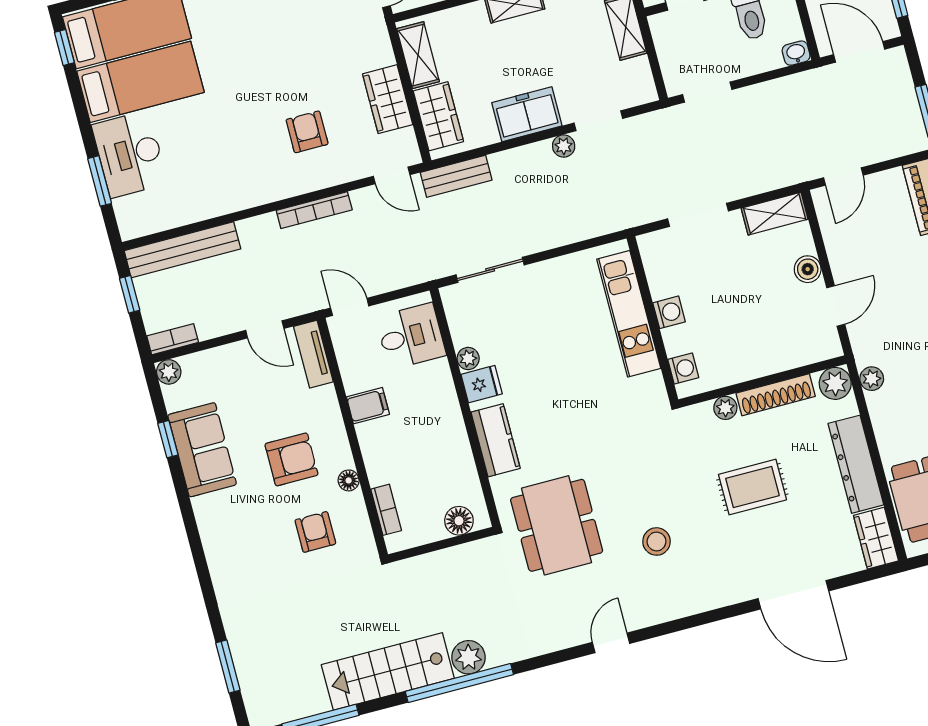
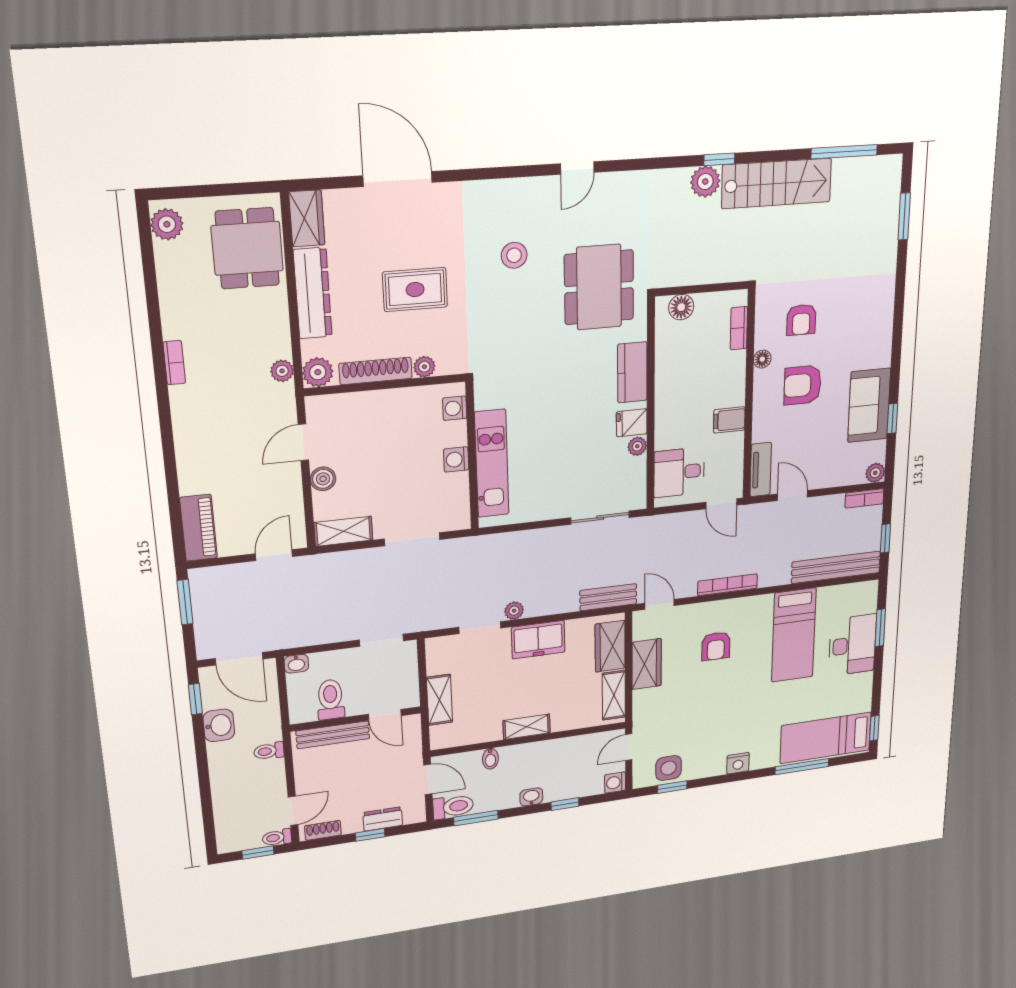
bed: (140, 82) -> (794, 635), moved, turned -90
window: (459, 683) -> (719, 159), width x0.32

